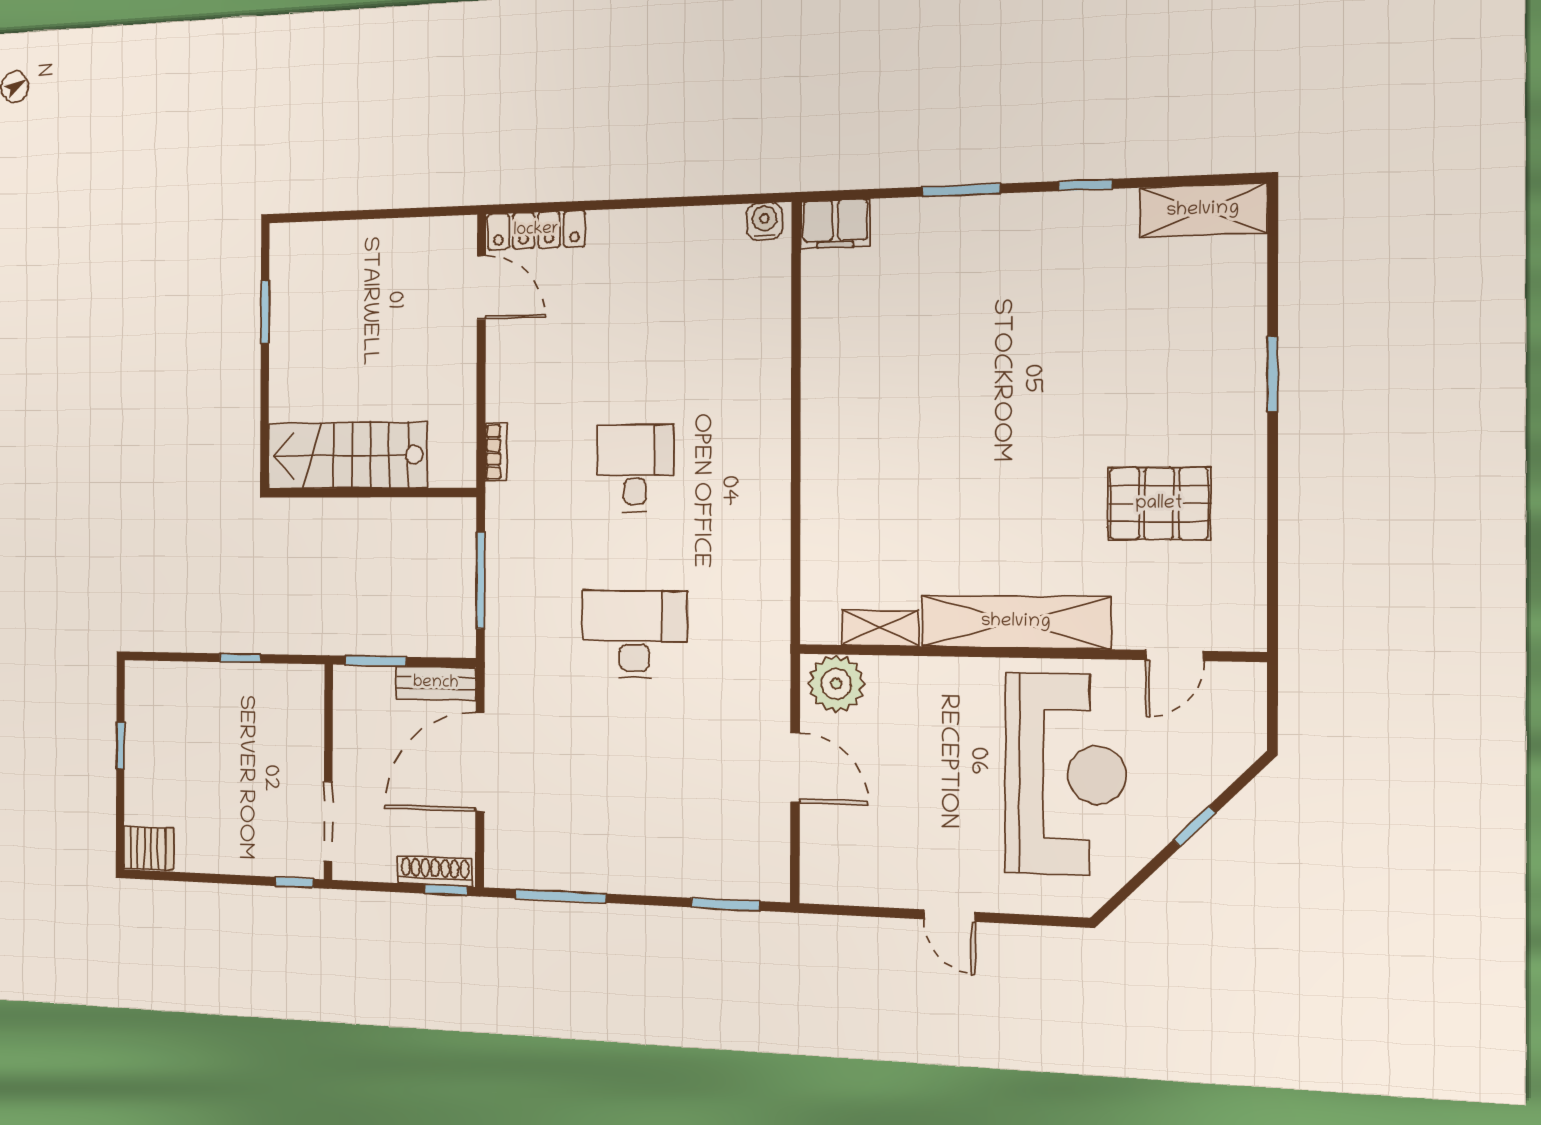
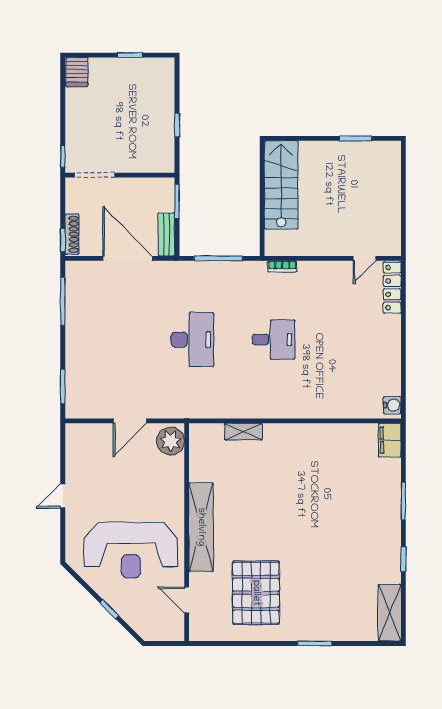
door: (481, 288) -> (365, 258), width x0.73
pallet: (1159, 504) -> (256, 593), width x1.37, depth x1.41
shelving: (880, 628) -> (243, 432), moved, turned 90

